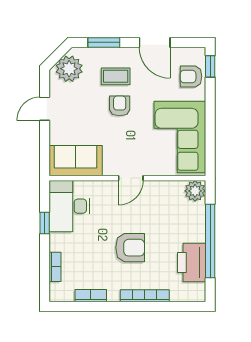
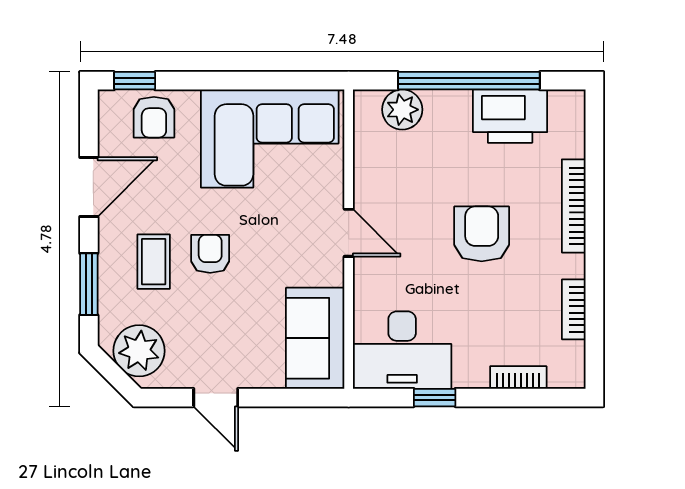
armchair: (120, 106) -> (210, 254), turned 90
plant: (195, 191) -> (402, 110), moved

